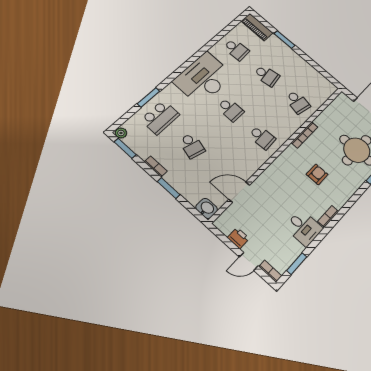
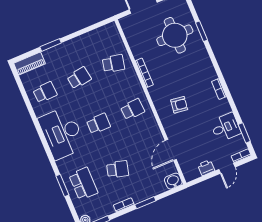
armchair: (317, 174) -> (179, 105), moved, turned 98
desk: (304, 228) -> (226, 127), moved

